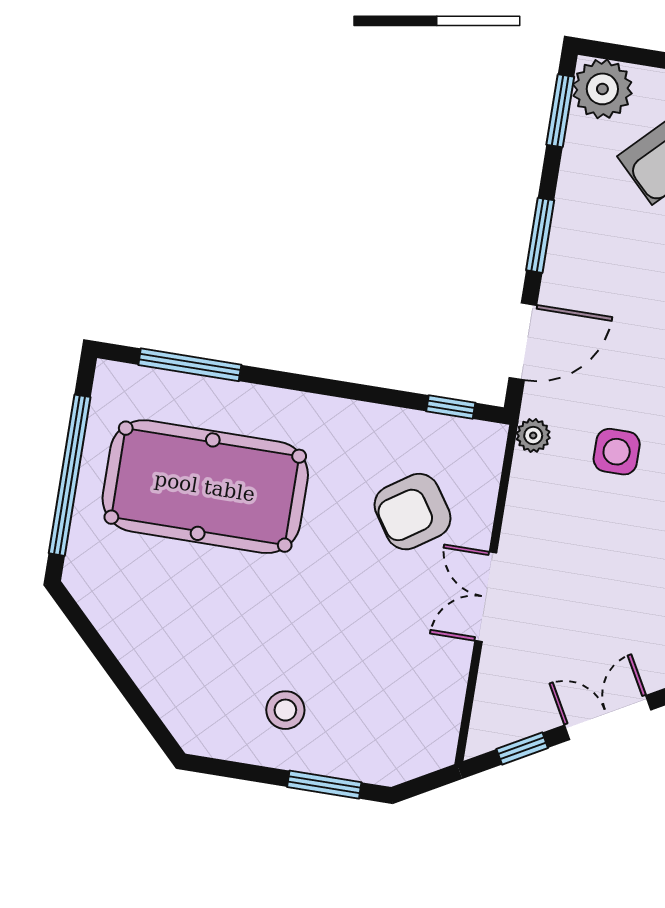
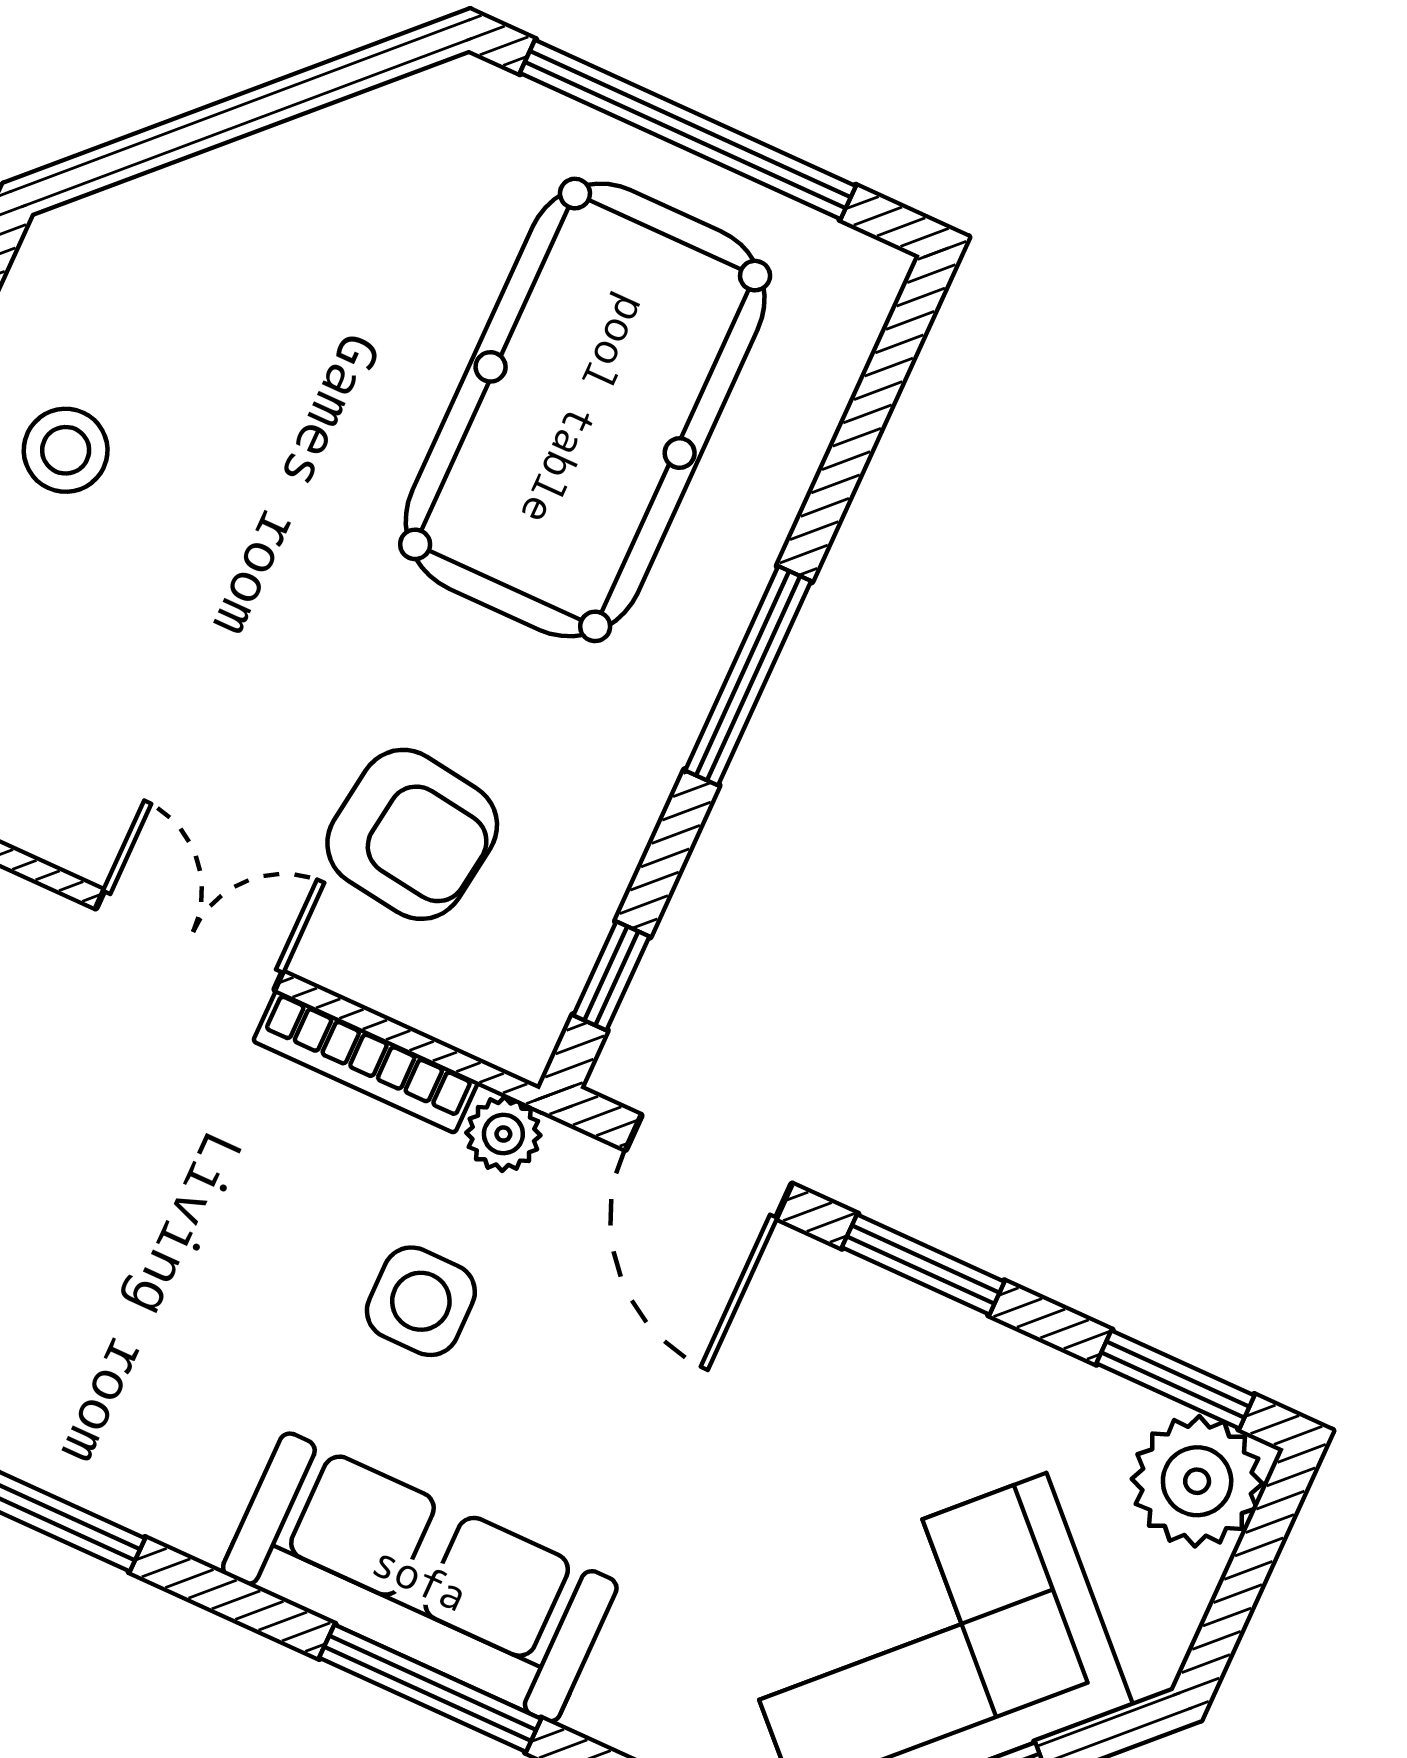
window: (190, 365) -> (748, 676), moved
bookcase: (518, 505) -> (366, 1062), added
armchair: (413, 512) -> (412, 834), turned 132

